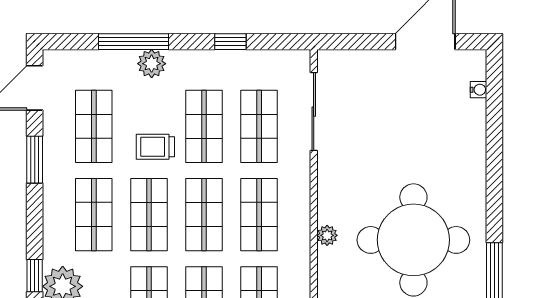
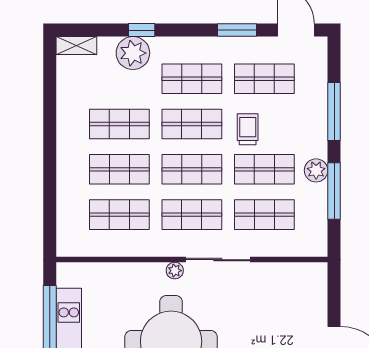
window: (230, 42) -> (334, 191), width x2.17
plant: (152, 64) -> (316, 170), moved
sliding door: (314, 112) -> (218, 260), moved

